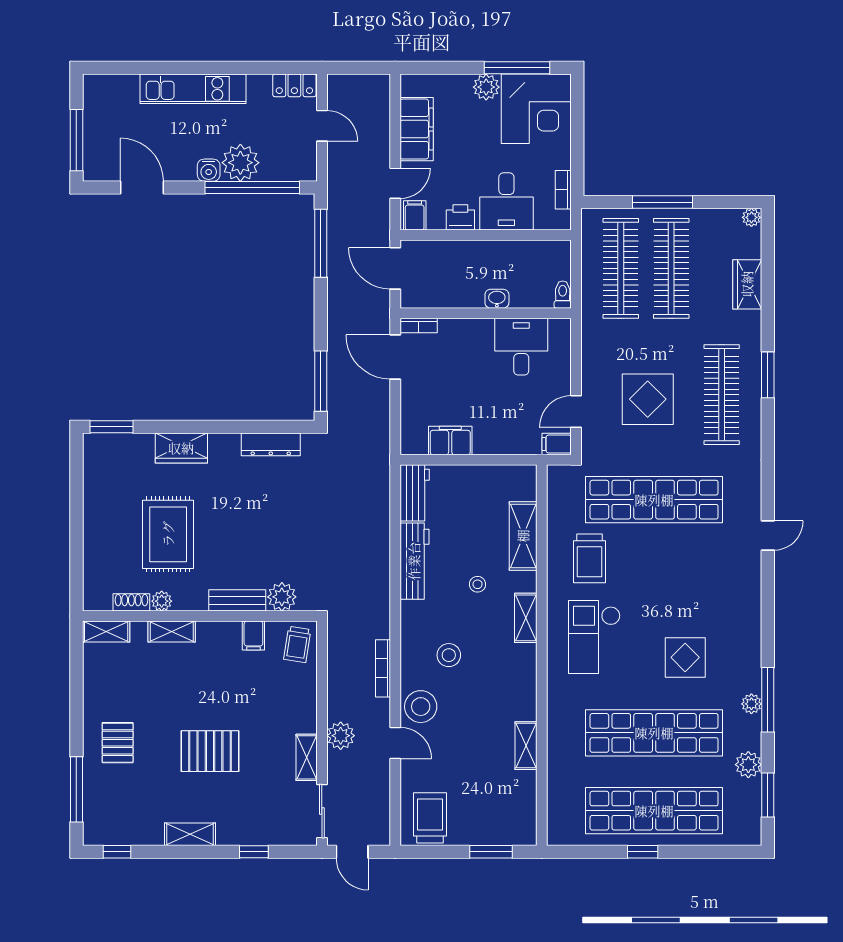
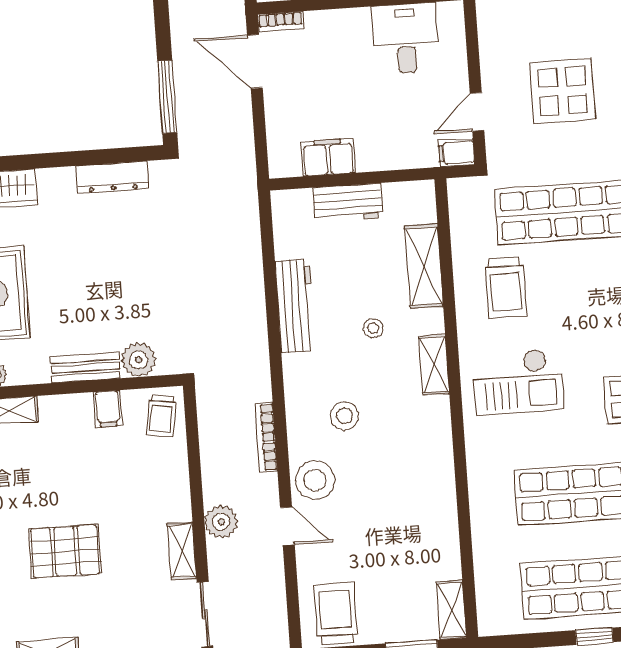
workbench: (415, 493) -> (348, 203), moved, turned 90
checkout: (594, 637) -> (518, 382), turned -90
shelving: (526, 746) -> (451, 610), moved

